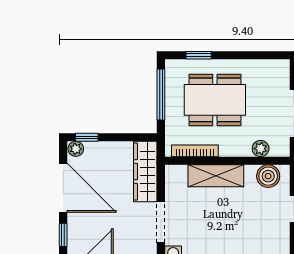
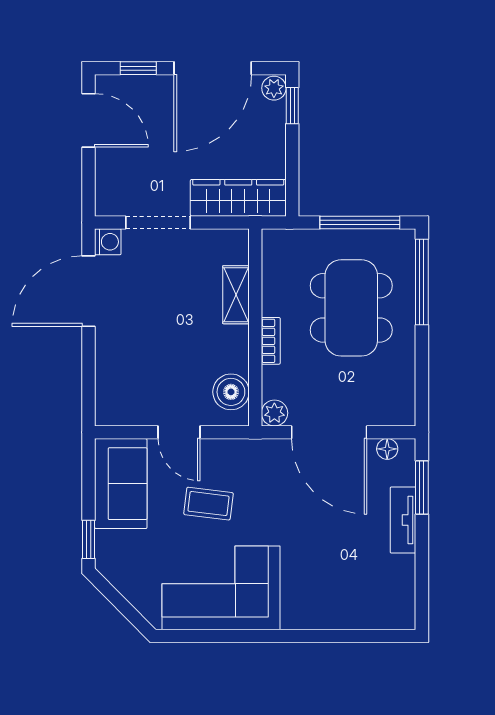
window: (199, 55) -> (422, 282), width x2.17
plant: (261, 149) -> (274, 413), moved
bookcase: (195, 151) -> (271, 341), moved, width x0.64
shelving: (216, 176) -> (236, 295), width x0.67, depth x0.75

